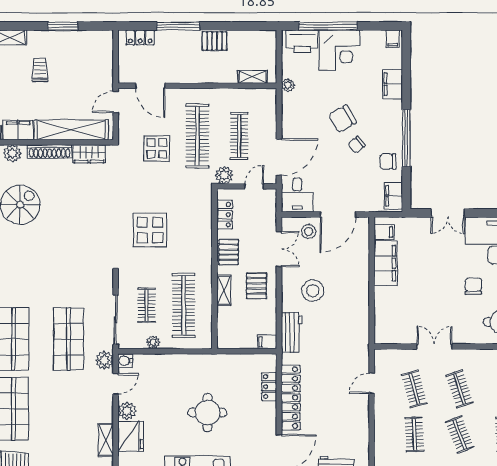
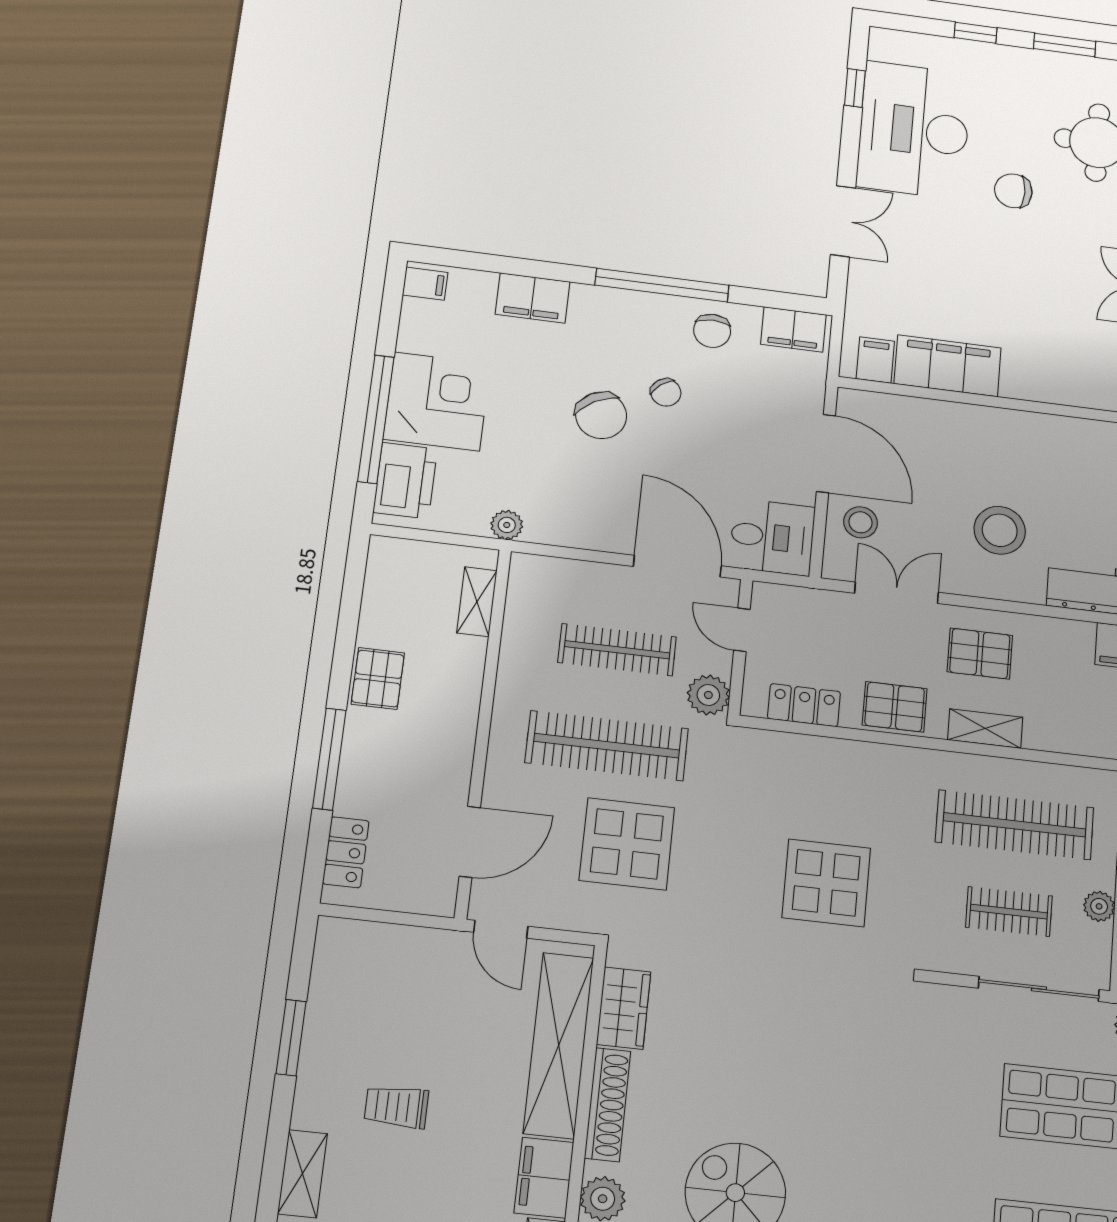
display table: (157, 148) -> (627, 844), width x1.36, depth x1.36

